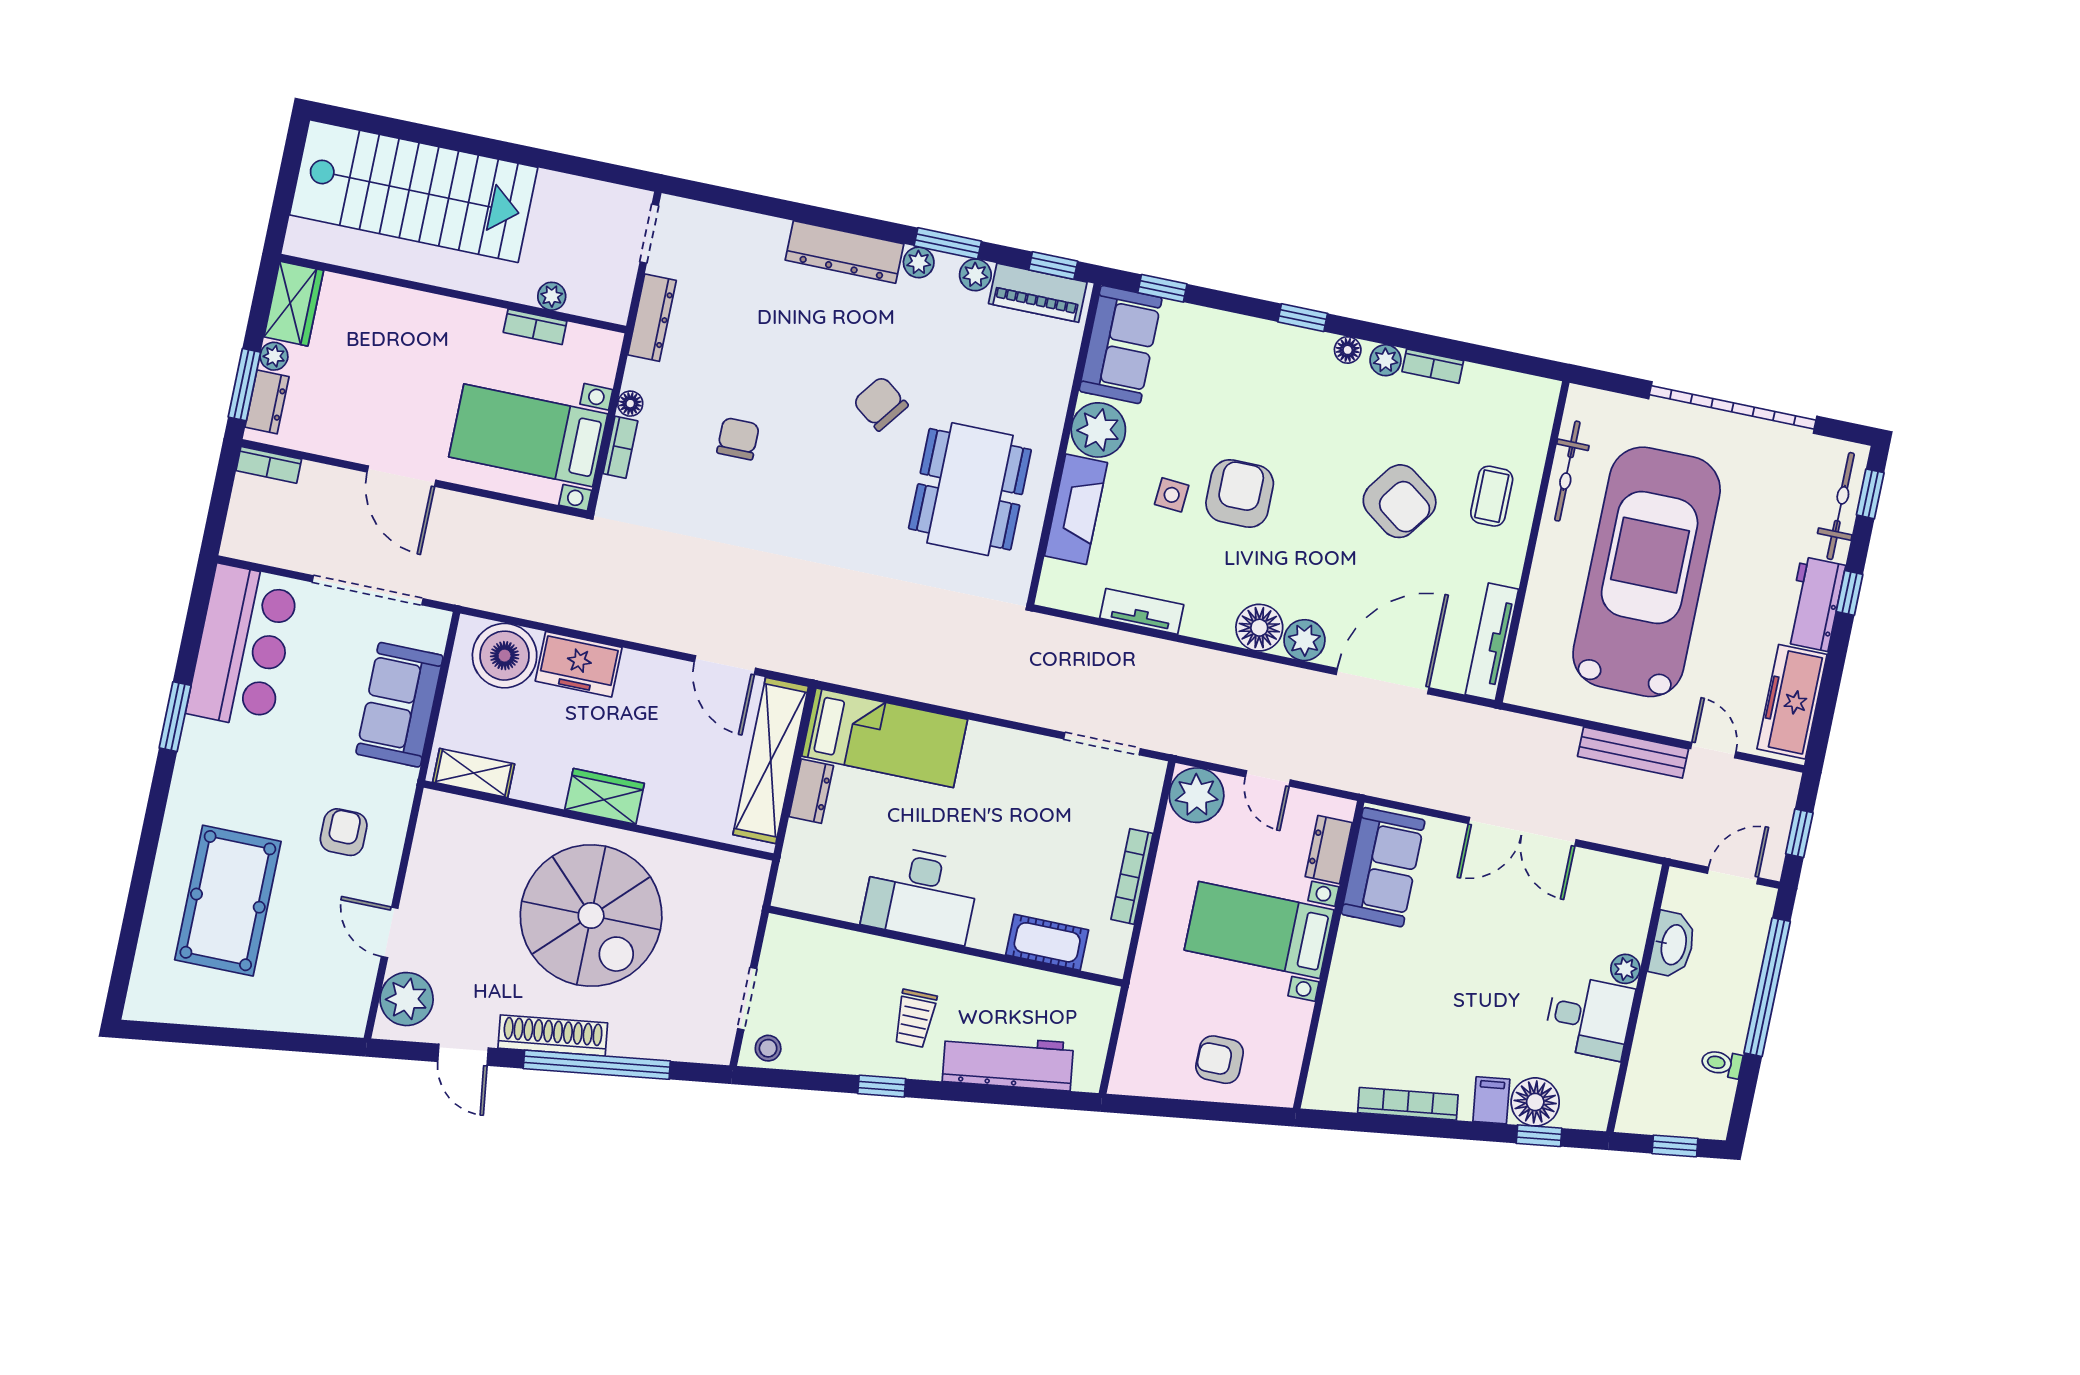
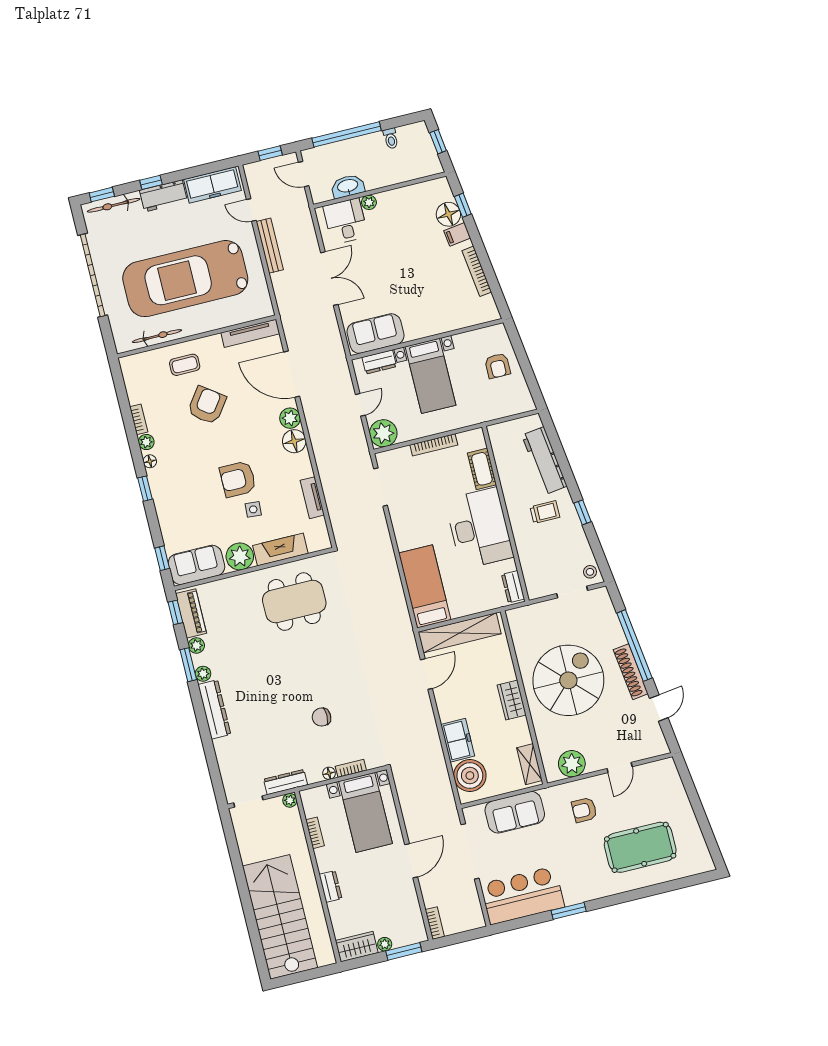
plant: (552, 296) -> (290, 800), moved
dresser: (267, 402) -> (330, 886), moved, turned 90
chair: (881, 404) -> (275, 660), removed
door: (1713, 750) -> (251, 210), hinge flipped
dresser: (811, 791) -> (513, 587), moved, turned -90
desk: (921, 894) -> (479, 528), width x1.36, depth x1.30
plant: (407, 999) -> (572, 764), moved
desk: (1589, 1017) -> (345, 221), moved

